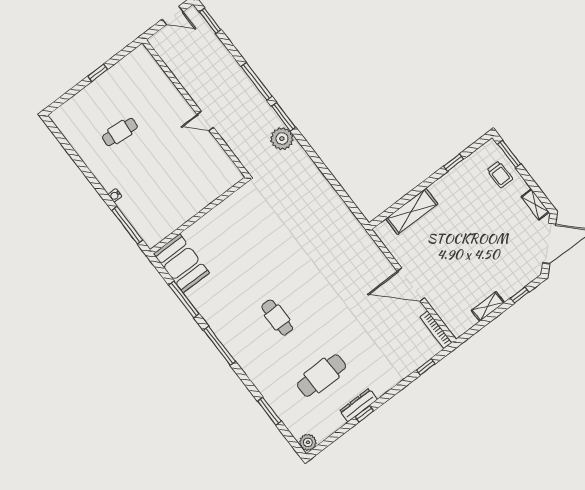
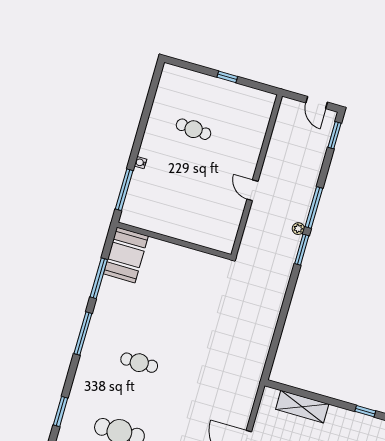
plant: (282, 139) -> (298, 229), moved, width x0.53, depth x0.53
cafe table: (277, 318) -> (139, 363), turned 90

